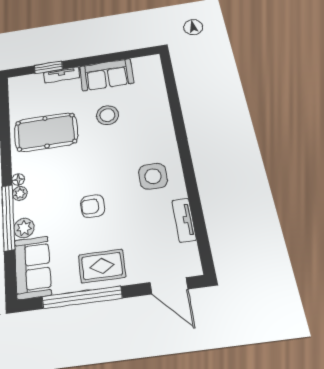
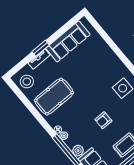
window: (49, 67) -> (41, 48), moved
sofa: (106, 75) -> (68, 41), width x1.36
stool: (107, 115) -> (27, 82), moved

